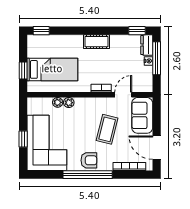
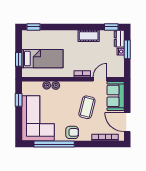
cot: (96, 42) -> (89, 36), moved
window: (157, 58) -> (127, 49), width x0.69
window: (23, 139) -> (19, 100), moved
window: (88, 175) -> (54, 144), moved

